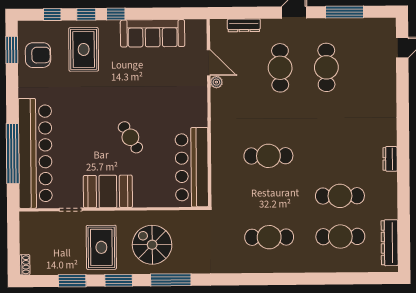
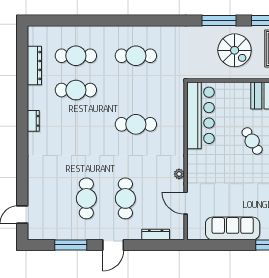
plant: (216, 82) -> (179, 174), moved
dresser: (390, 243) -> (34, 65), moved

